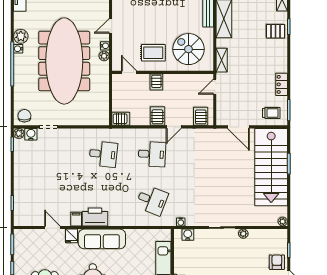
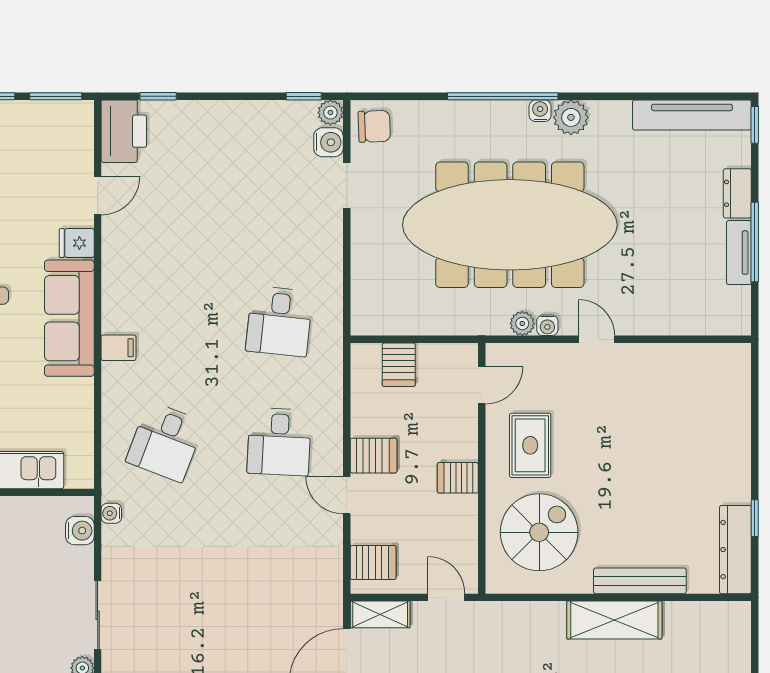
shelving: (222, 60) -> (380, 614), moved
server rack: (156, 82) -> (458, 478), moved
server rack: (121, 119) -> (399, 365), moved
printer: (95, 217) -> (124, 131), moved
filing cabinet: (76, 219) -> (119, 348), moved

